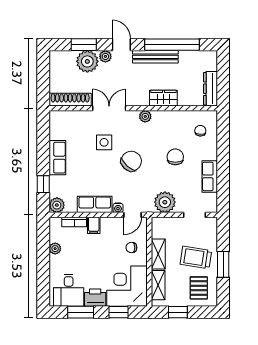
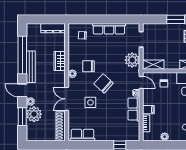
door: (121, 45) -> (22, 90), hinge flipped
chair: (175, 157) -> (89, 66), moved
row of seats: (57, 158) -> (82, 135), moved
row of seats: (210, 176) -> (109, 29), width x1.48
plant: (57, 205) -> (134, 135), removed
shelving: (158, 254) -> (153, 65), moved
trolley: (196, 257) -> (171, 38), removed

